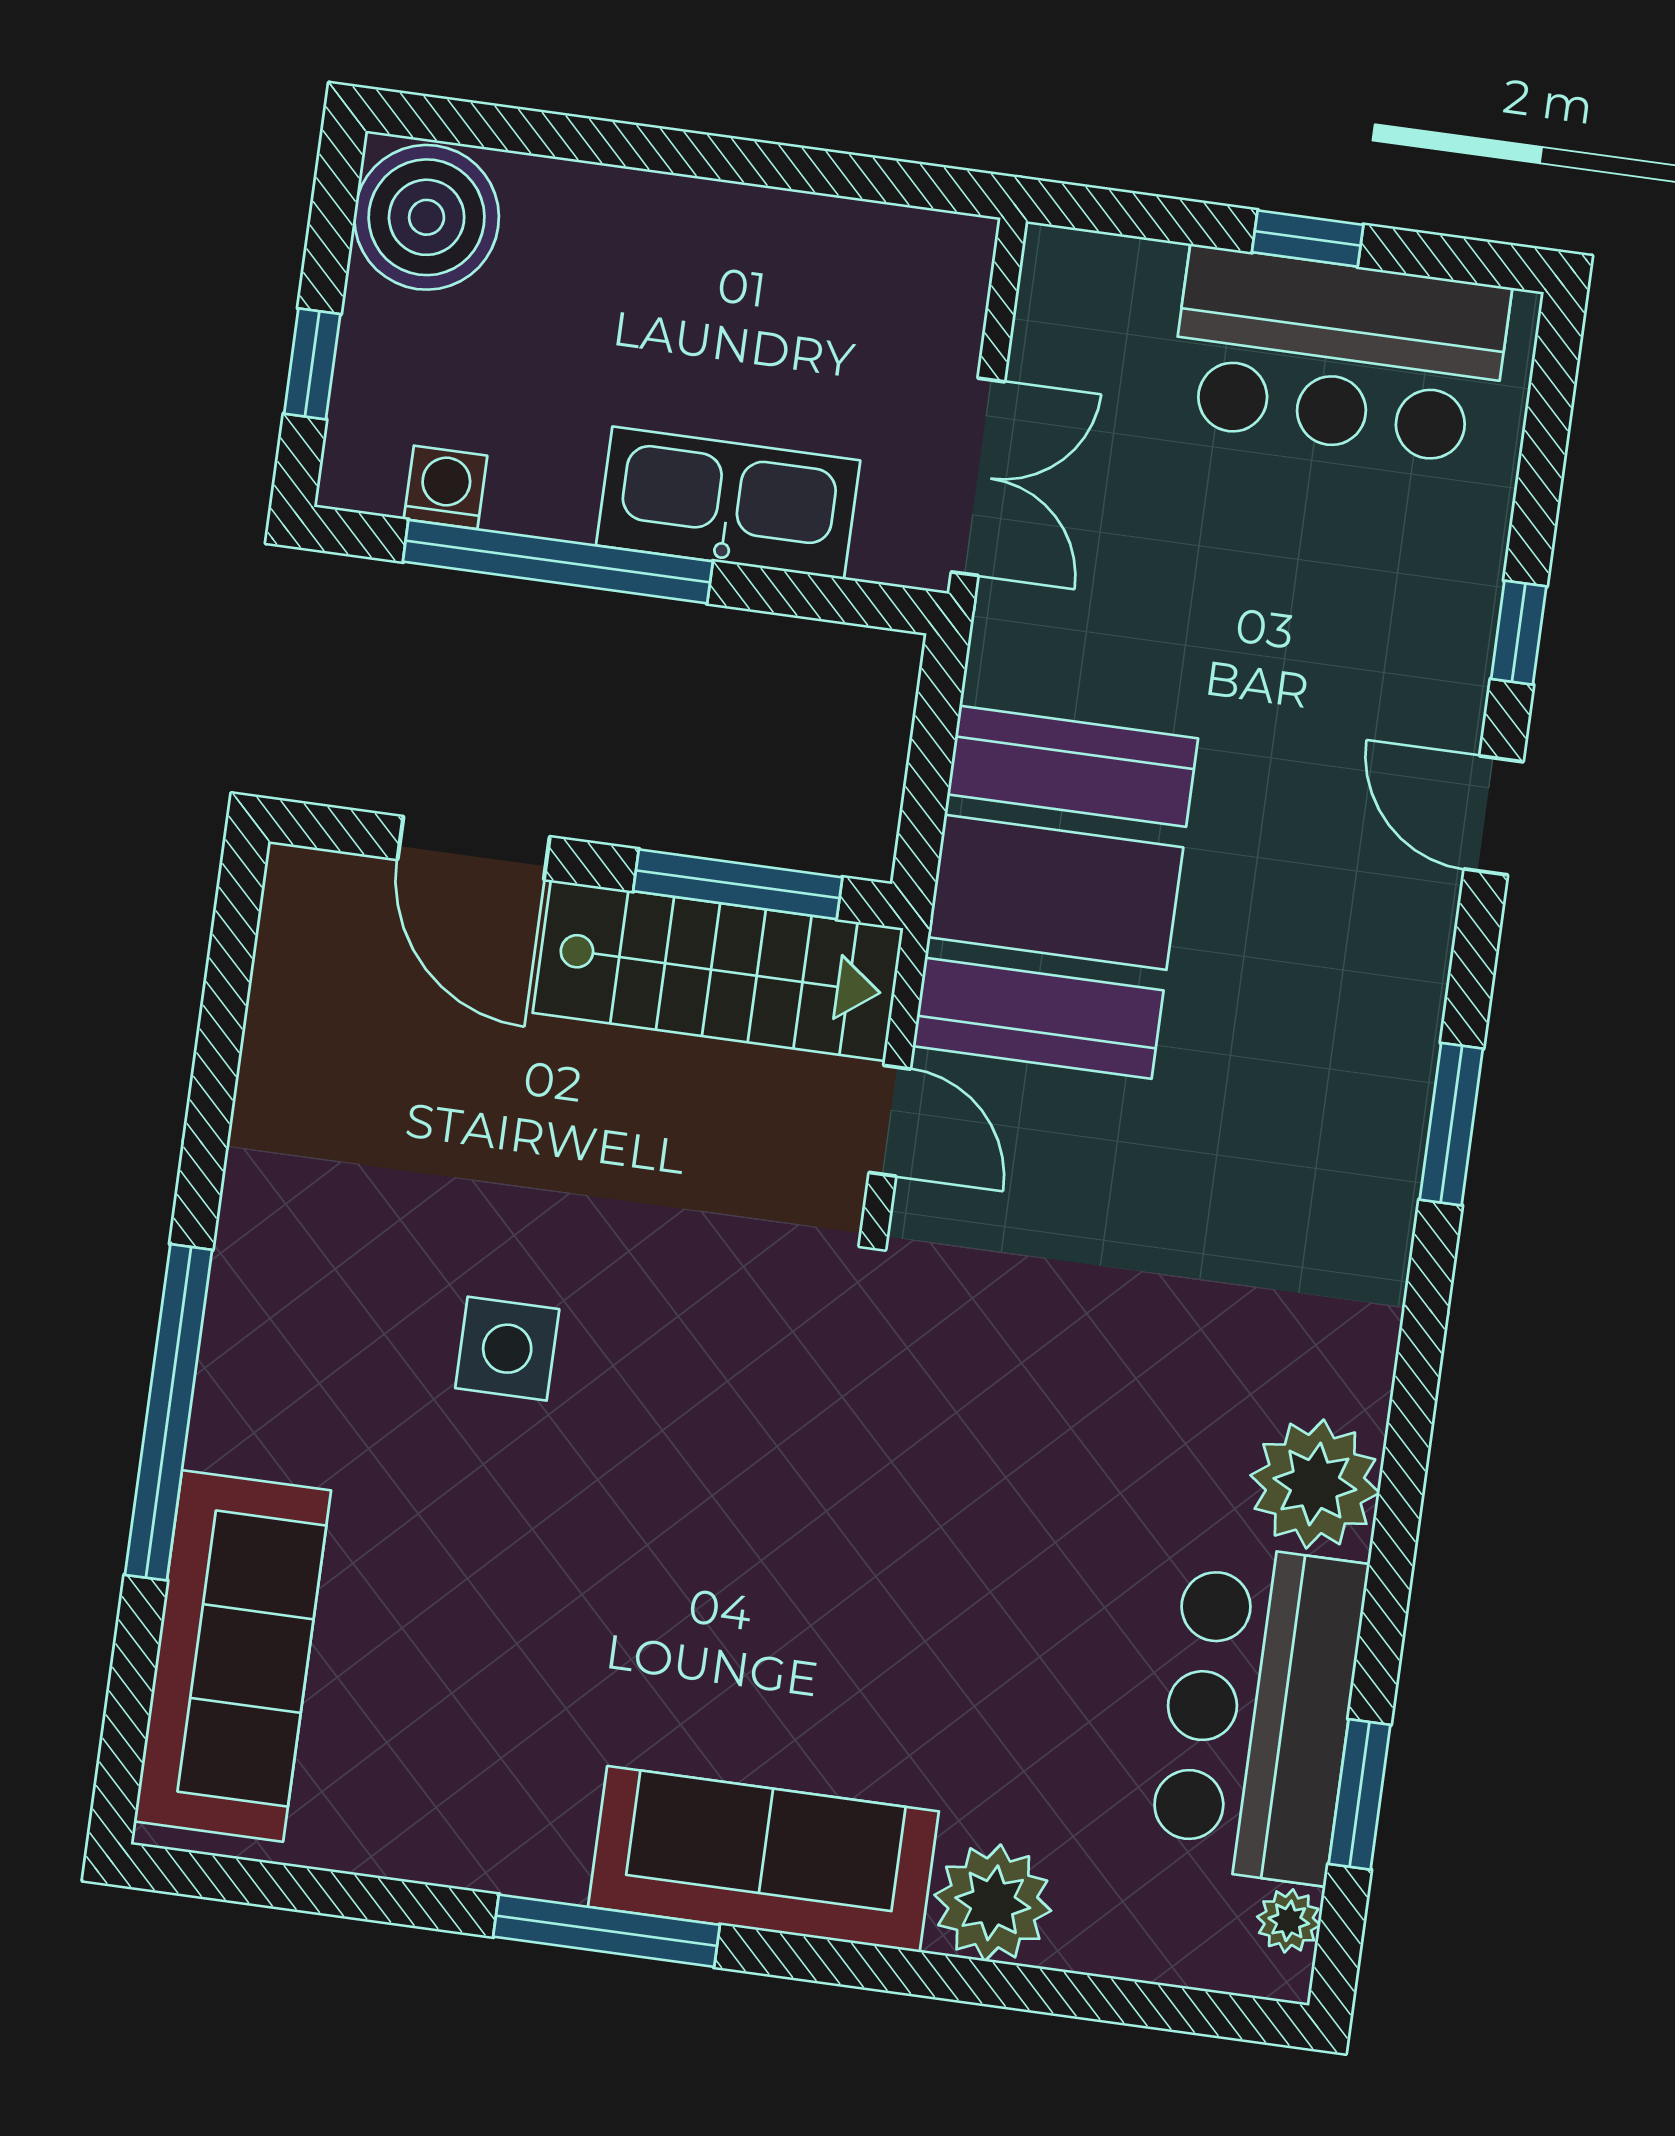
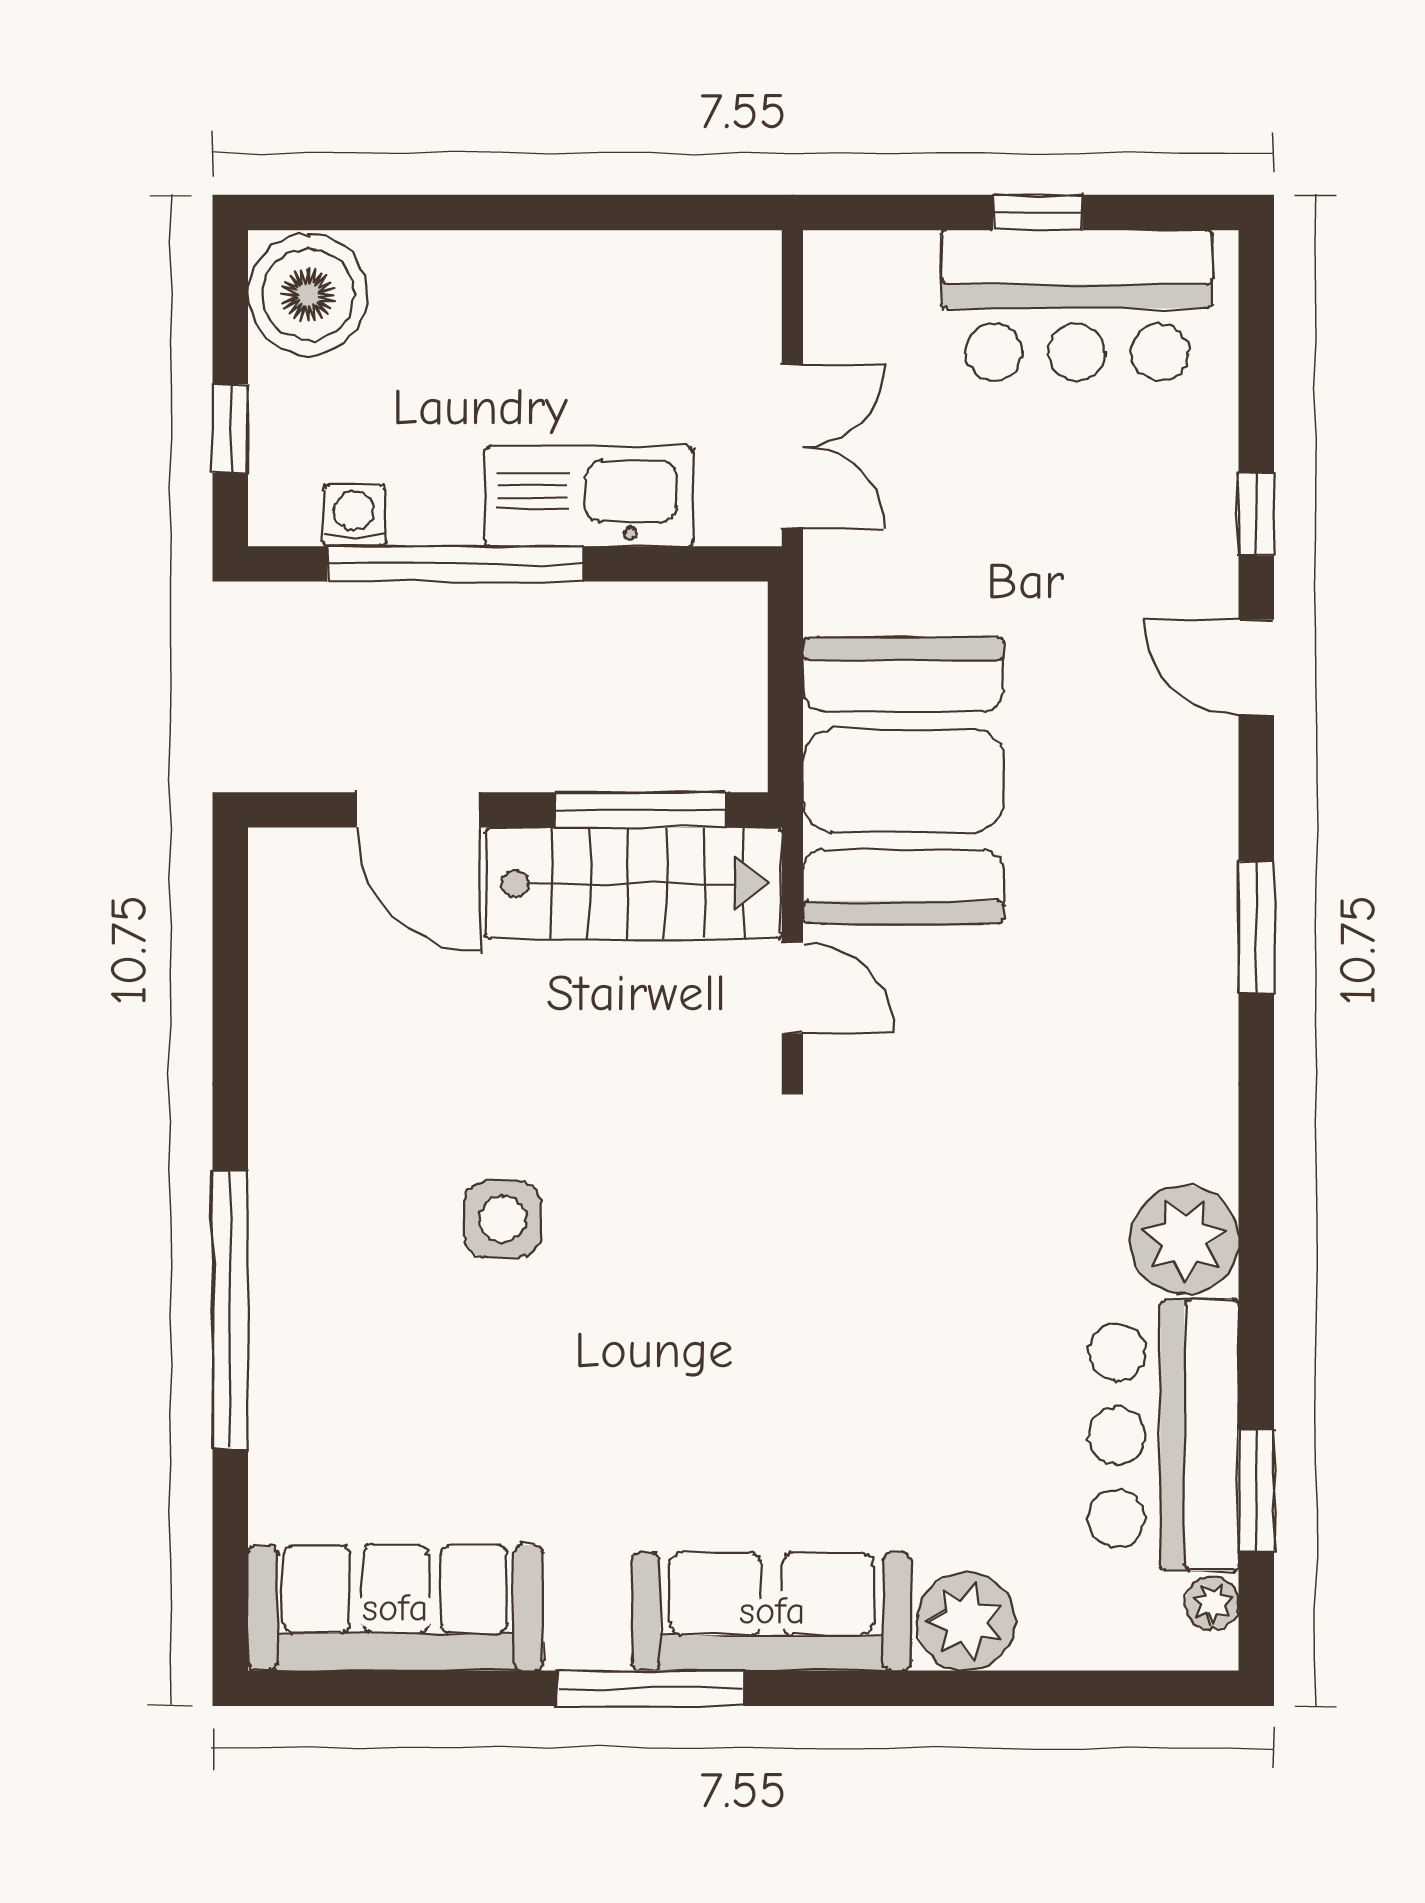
sofa: (233, 1656) -> (395, 1608), moved, turned -90

